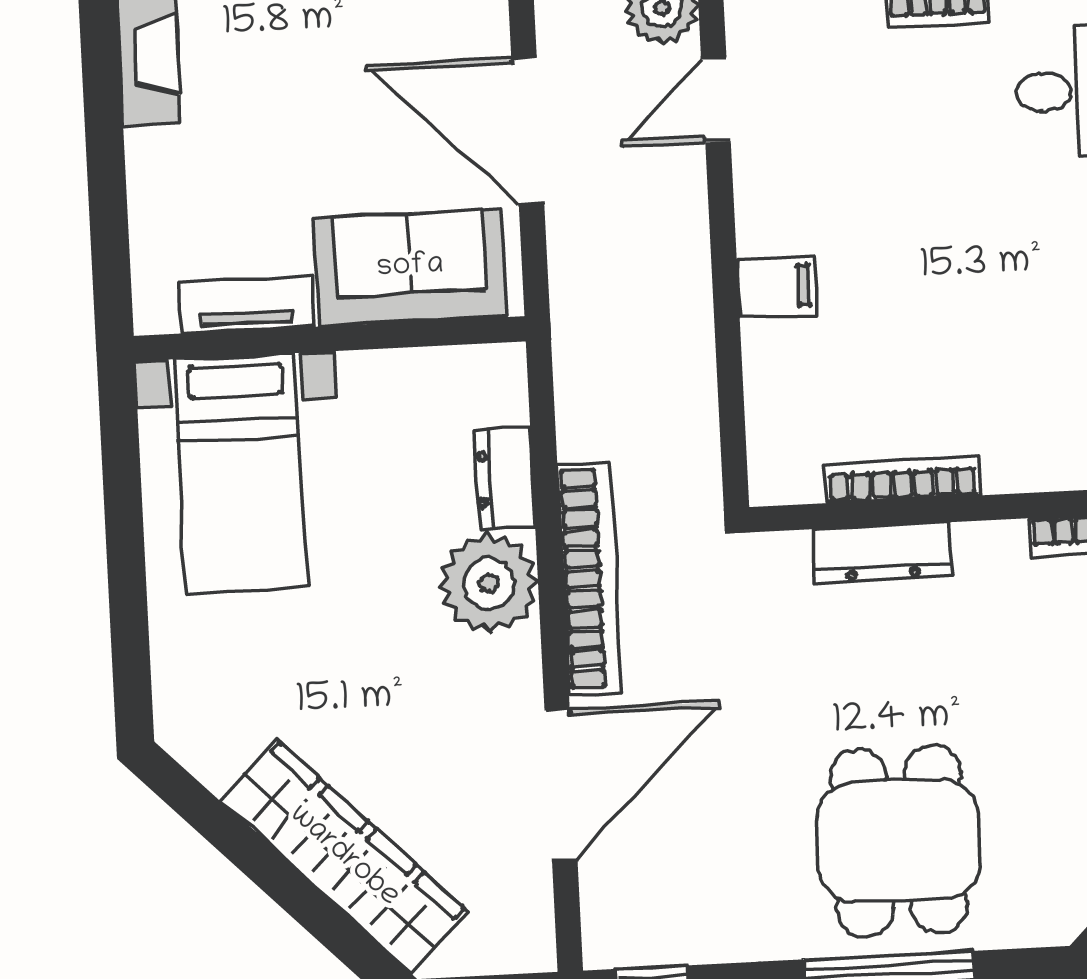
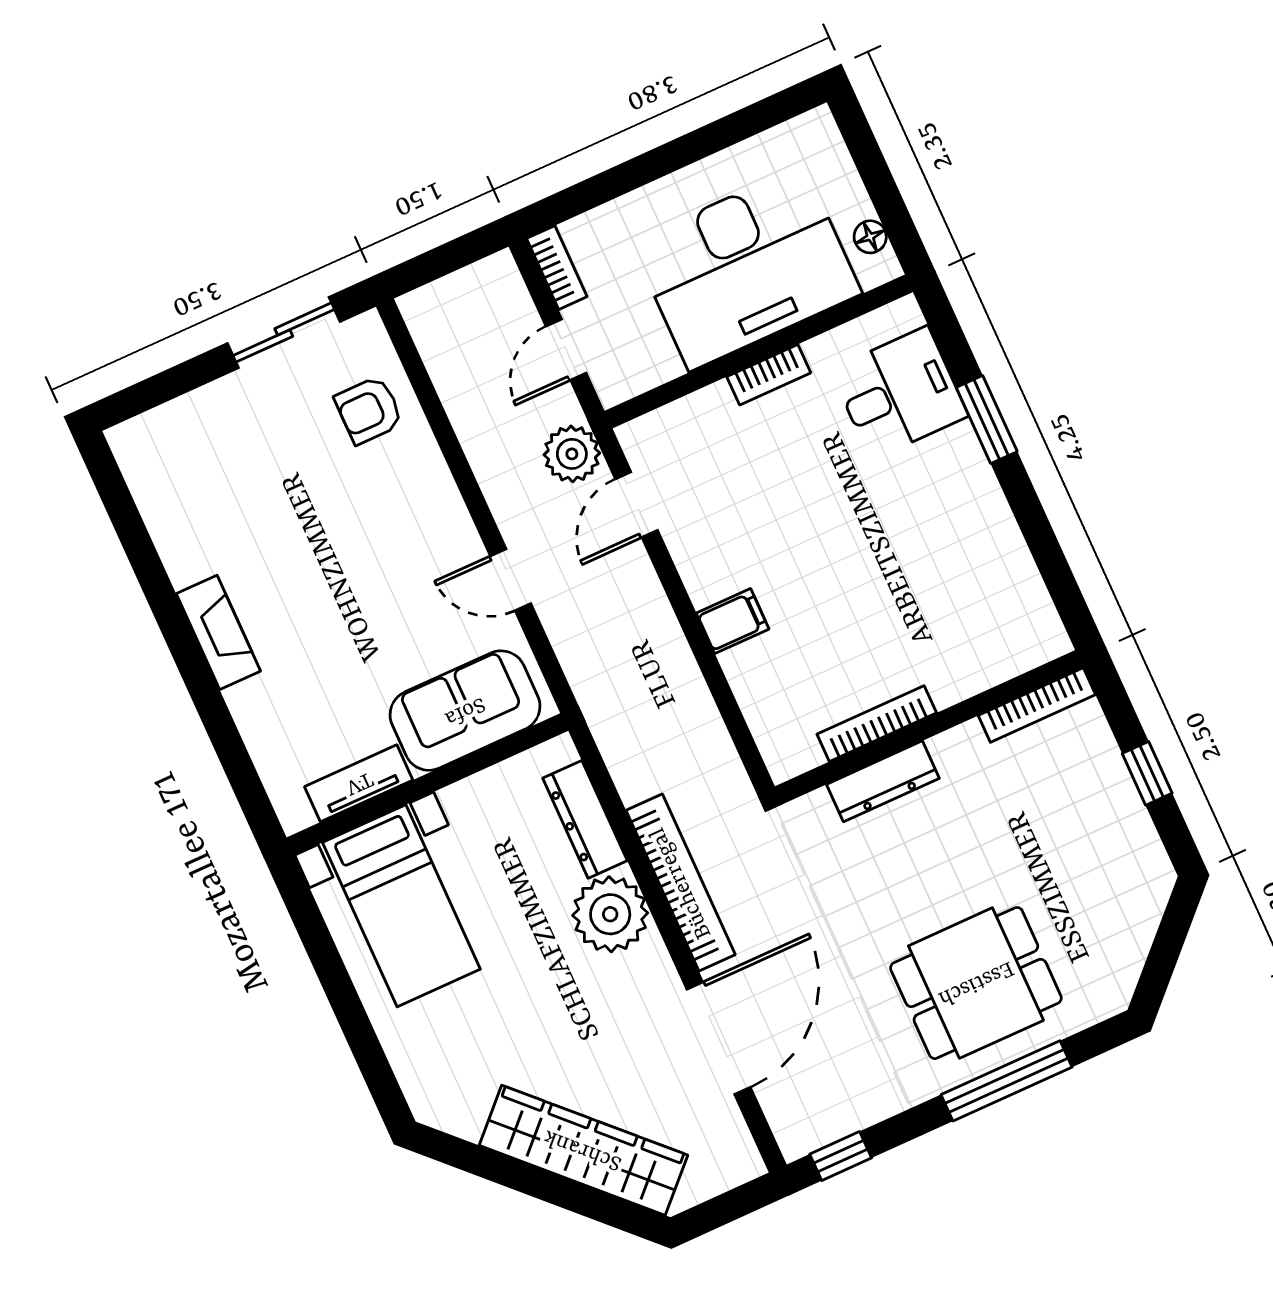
door: (528, 131) -> (511, 580), width x0.53
dresser: (505, 478) -> (585, 819), width x1.44
dining table: (899, 841) -> (976, 983), turned 90

